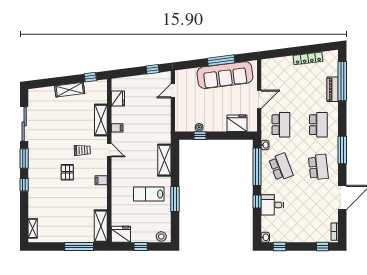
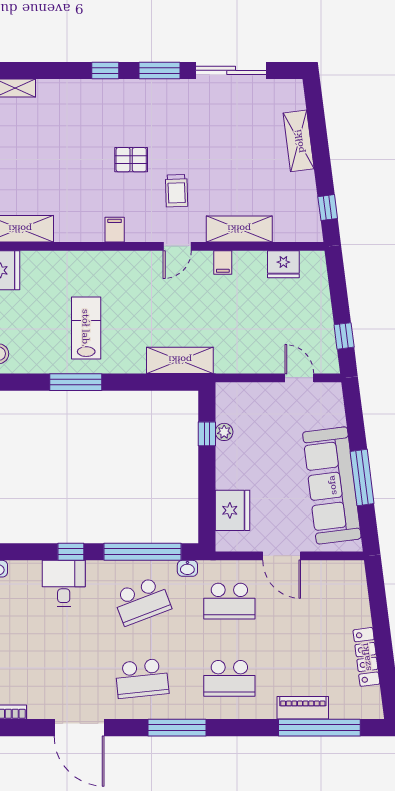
shelving: (70, 90) -> (299, 141), moved
shelving: (164, 160) -> (180, 360), moved

